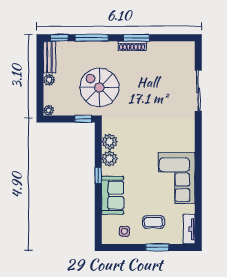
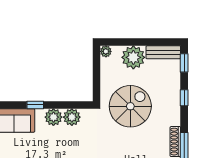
window: (92, 38) -> (184, 98), width x0.46
plant: (49, 80) -> (133, 57), width x1.88, depth x1.88
window: (83, 119) -> (96, 89), removed

